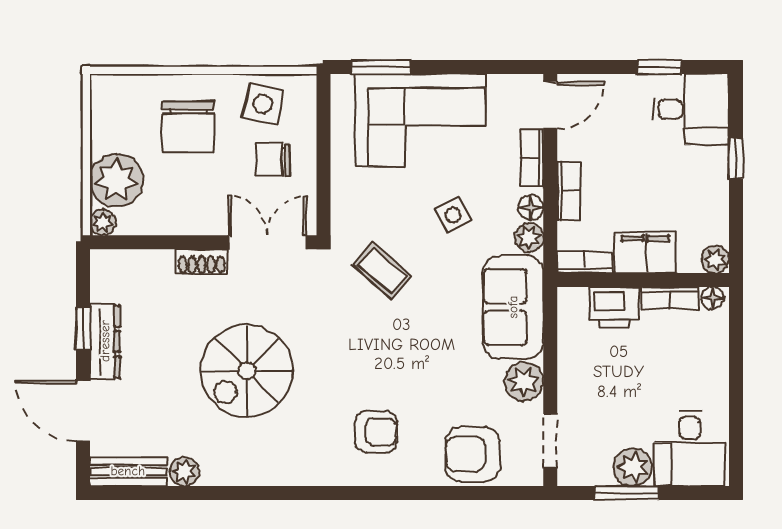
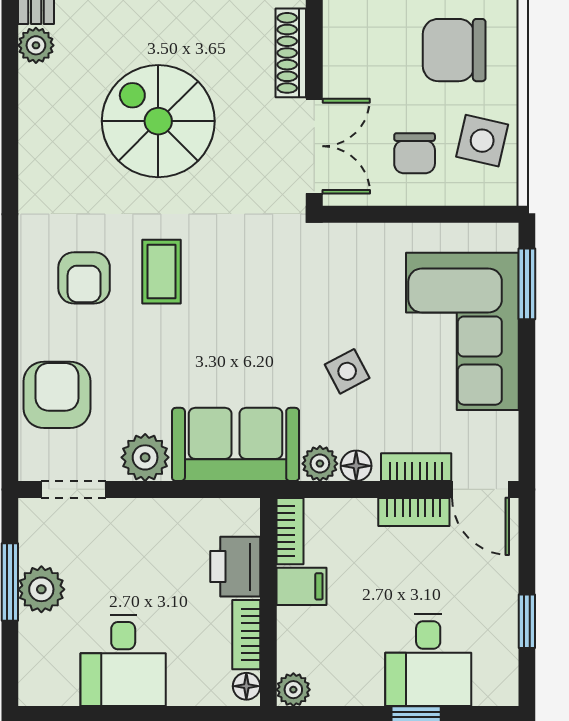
desk: (691, 109) -> (428, 660), moved
chair: (273, 160) -> (415, 153), turned 180
bookcase: (569, 191) -> (414, 512), moved
filing cabinet: (646, 253) -> (302, 586), width x0.50
shoe rack: (202, 262) -> (291, 53), width x1.43
coffee table: (382, 271) -> (161, 272), moved, turned -41
desk: (690, 448) -> (123, 660), moved, turned -90

